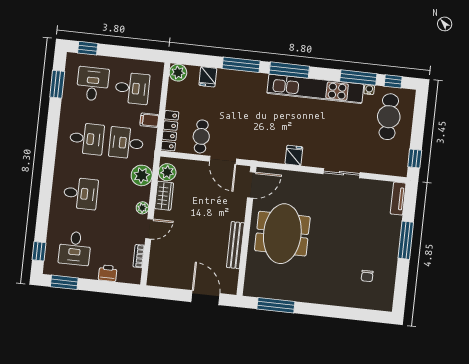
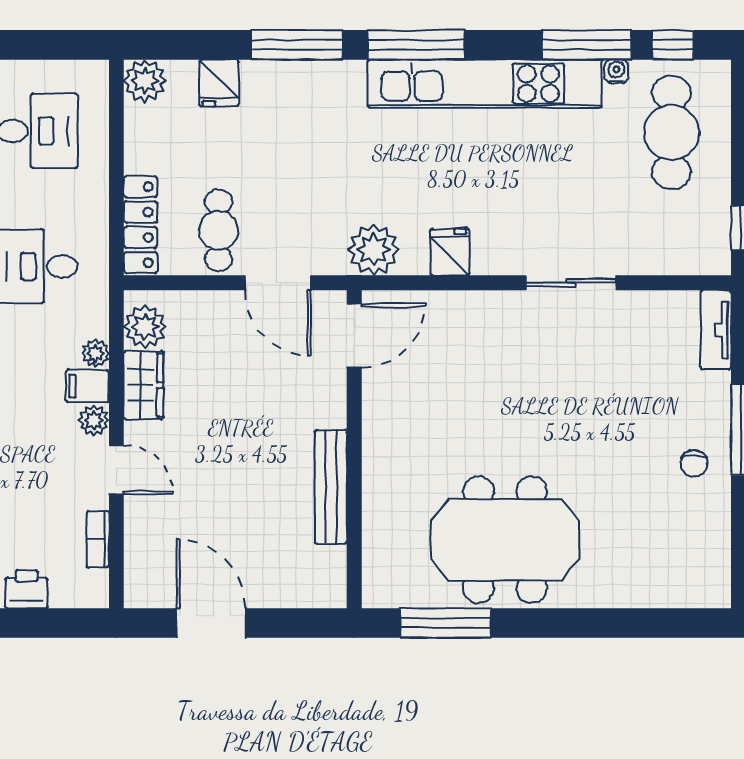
filing cabinet: (149, 120) -> (87, 386), moved
plant: (263, 151) -> (373, 250), added
plant: (142, 175) -> (95, 353), width x0.53, depth x0.53
door: (149, 229) -> (116, 470), hinge flipped
meeting table: (282, 234) -> (505, 540), moved, turned 90
chair: (367, 276) -> (694, 463), moved
door: (205, 298) -> (211, 623), moved

